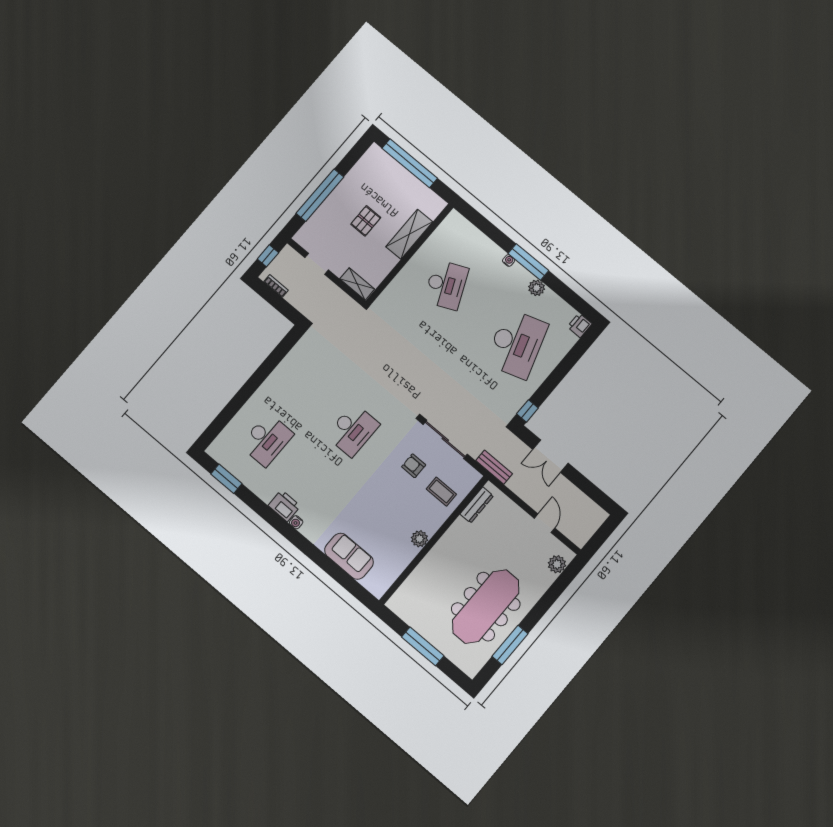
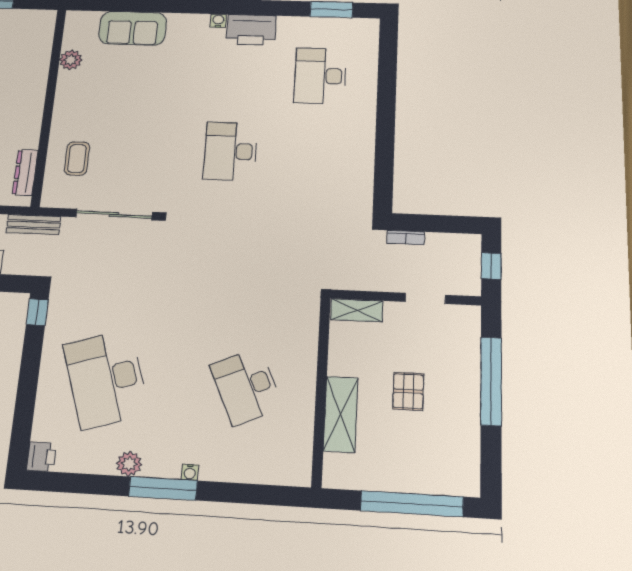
bookcase: (276, 286) -> (406, 238), moved
armchair: (414, 466) -> (130, 163), removed
coffee table: (441, 492) -> (77, 159), turned 90
printer: (284, 506) -> (251, 30), width x1.37, depth x1.19
plant: (420, 539) -> (71, 60), moved

